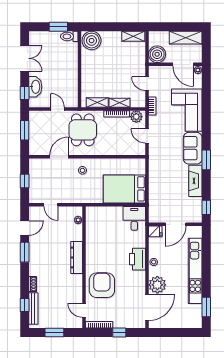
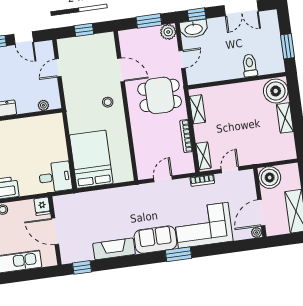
toilet: (69, 36) -> (250, 66), moved
shelving: (133, 36) -> (285, 118), moved
washbasin: (35, 87) -> (194, 29), moved
shelving: (119, 103) -> (203, 156), moved
plant: (136, 117) -> (168, 32), moved
window: (206, 160) -> (178, 254), moved

